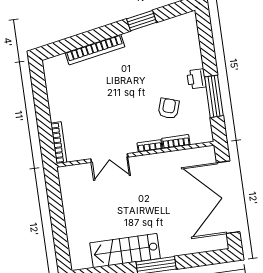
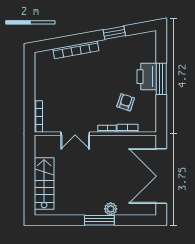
printer: (196, 79) -> (147, 77), width x1.87, depth x1.48
window: (214, 96) -> (161, 79), moved
plant: (169, 249) -> (111, 209), added
stairs: (125, 251) -> (44, 183), moved, turned 90

